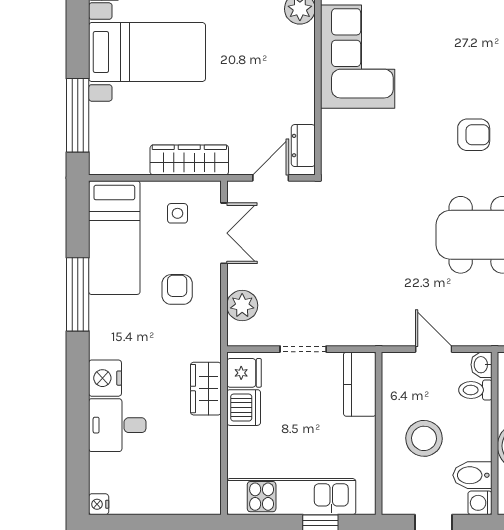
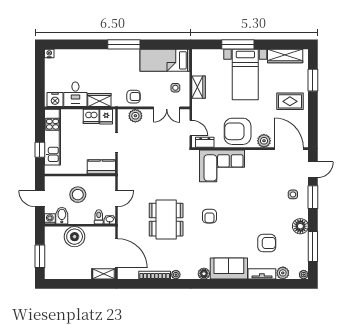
corner sofa: (358, 57) -> (222, 166), moved
armchair: (278, 70) -> (238, 131), added
window: (78, 115) -> (238, 44), moved
wardrobe: (189, 160) -> (199, 87), width x0.67
armchair: (177, 289) -> (134, 97), moved
window: (78, 294) -> (124, 44), moved
nightstand: (105, 378) -> (55, 100), moved, turned 180
desk: (117, 425) -> (75, 94), moved, turned 180

